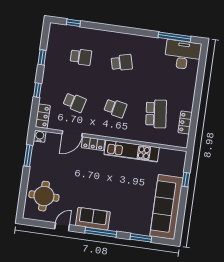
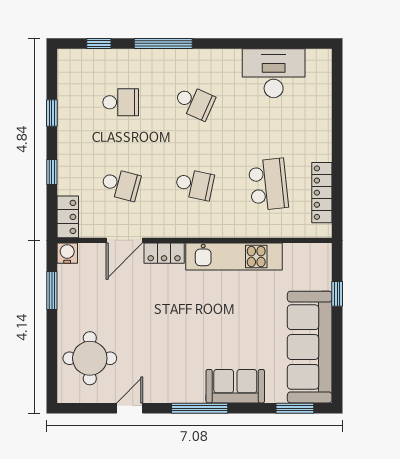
window: (175, 37) -> (163, 43), moved
desk: (183, 55) -> (274, 73), moved
school desk: (122, 63) -> (194, 102), turned 39
locker: (185, 123) -> (322, 193), width x1.53
sofa: (93, 219) -> (235, 386), moved
window: (141, 238) -> (295, 408), moved

